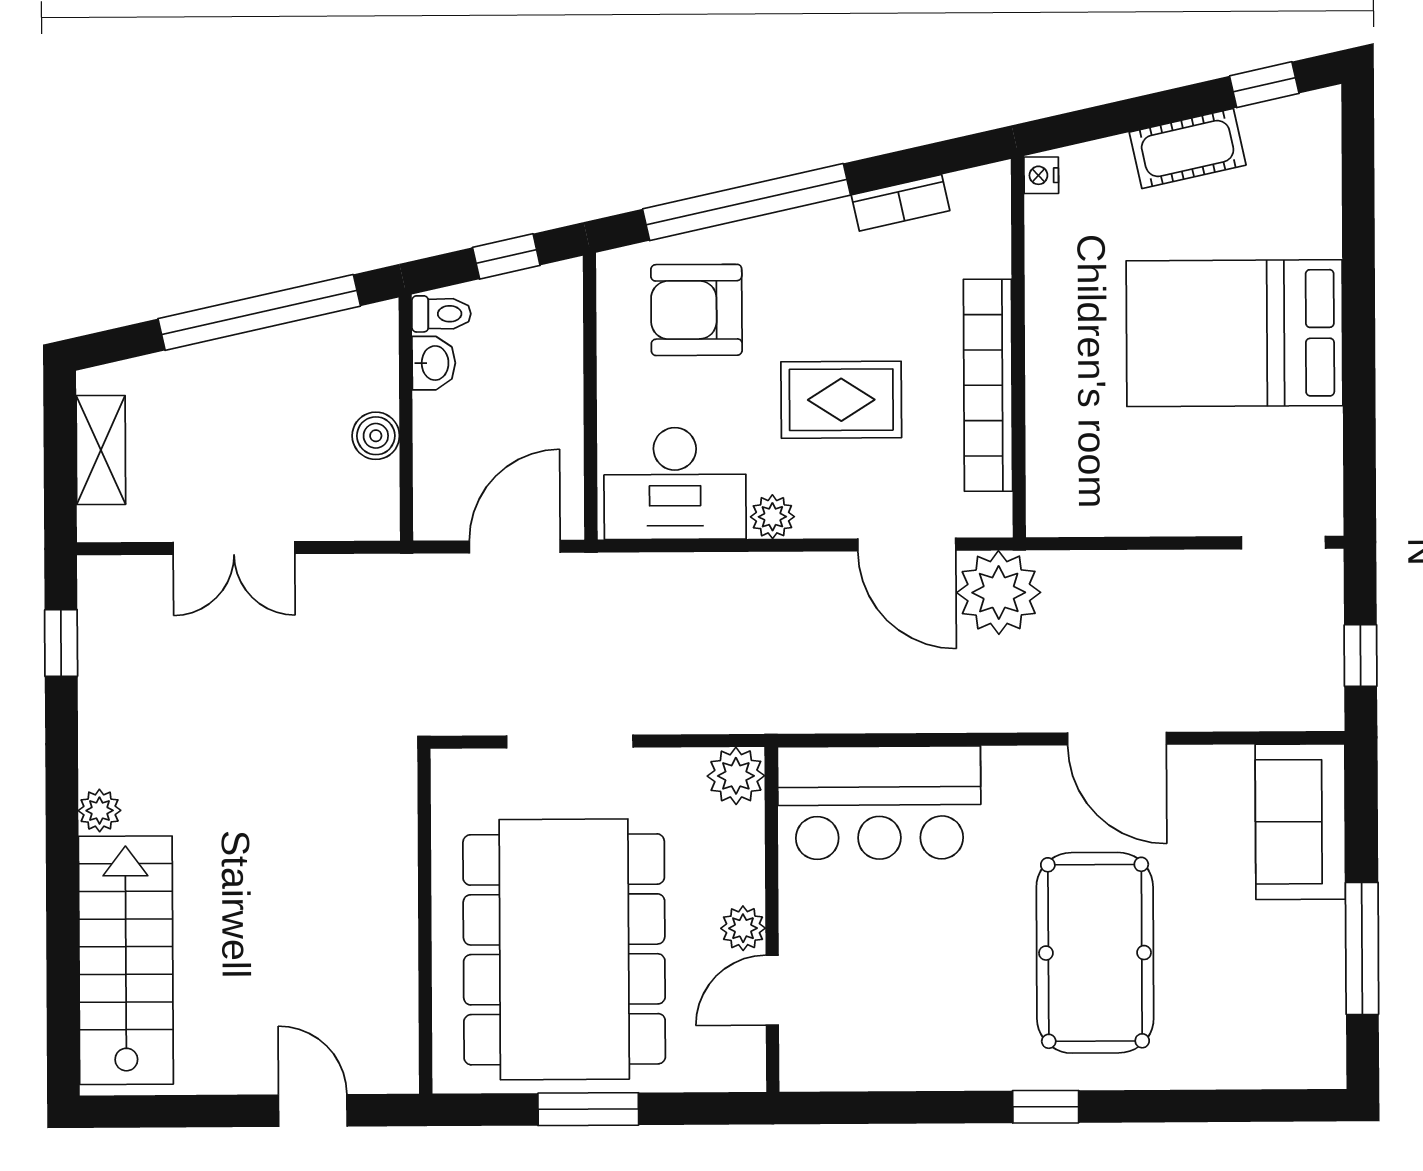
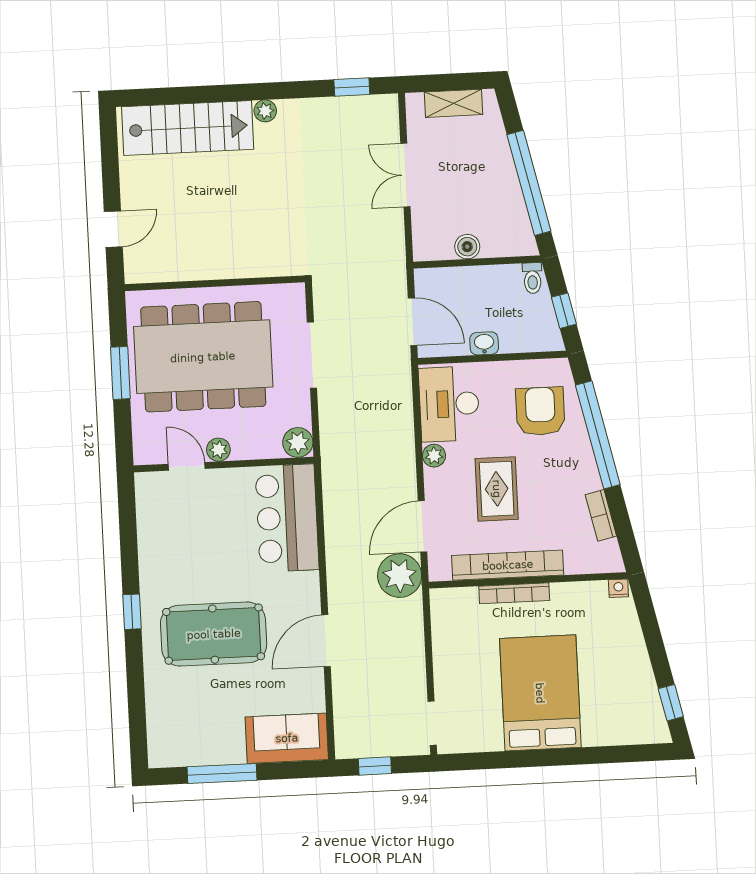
cot: (1188, 149) -> (636, 664), removed
washbasin: (434, 363) -> (484, 343), moved, turned 180
bookcase: (1042, 375) -> (514, 593), added

